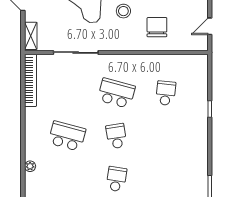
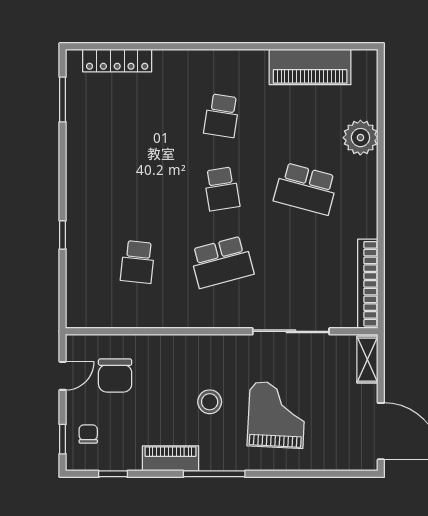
chair: (157, 27) -> (115, 375), moved
school desk: (116, 93) -> (222, 262), turned -30
plant: (30, 166) -> (360, 138), width x1.87, depth x1.87

